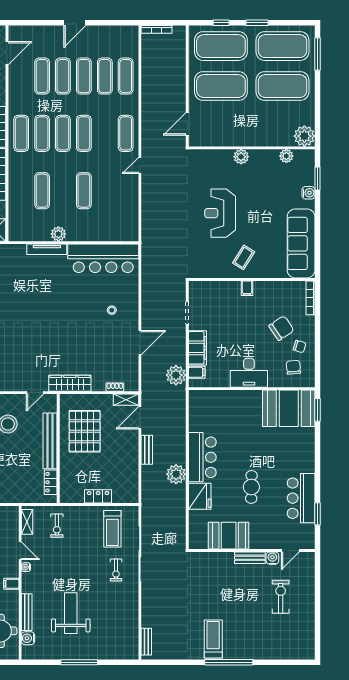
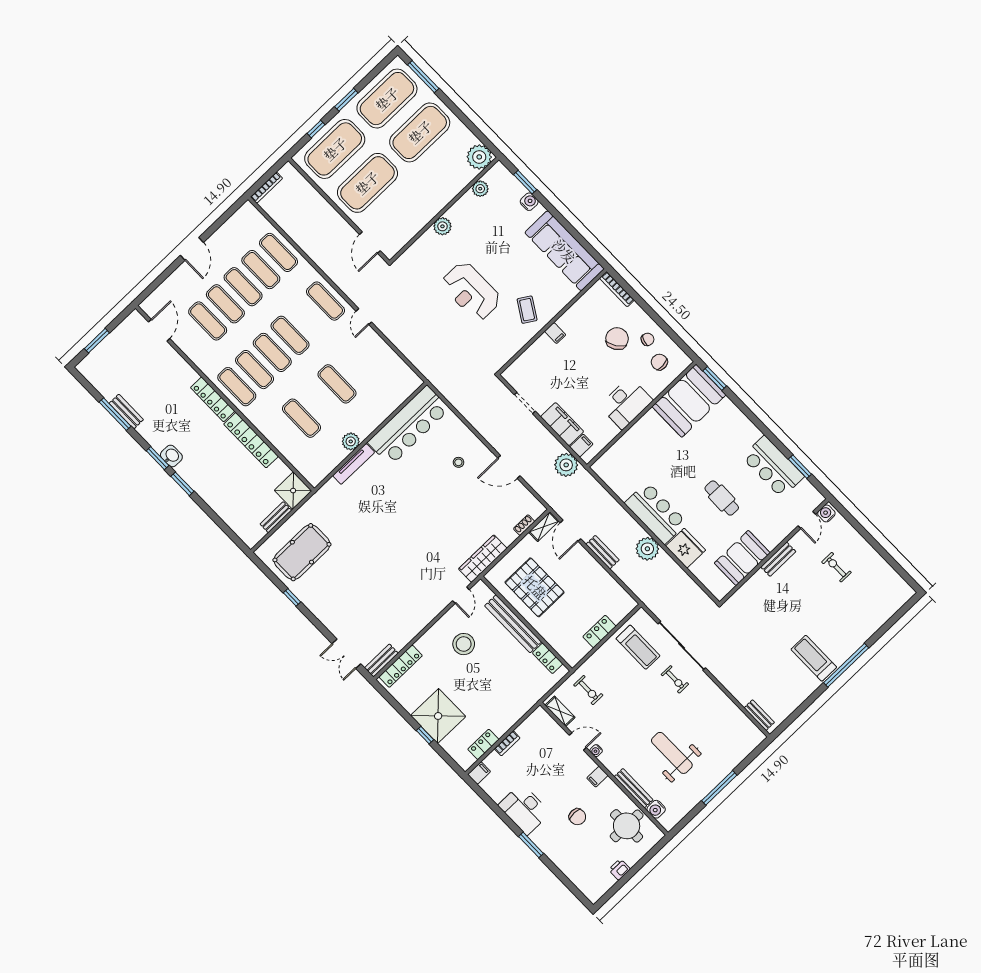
door: (140, 343) -> (509, 467), swing flipped
water cooler: (272, 558) -> (826, 513), moved
exercise bike: (281, 597) -> (836, 567), width x0.73, depth x0.72

